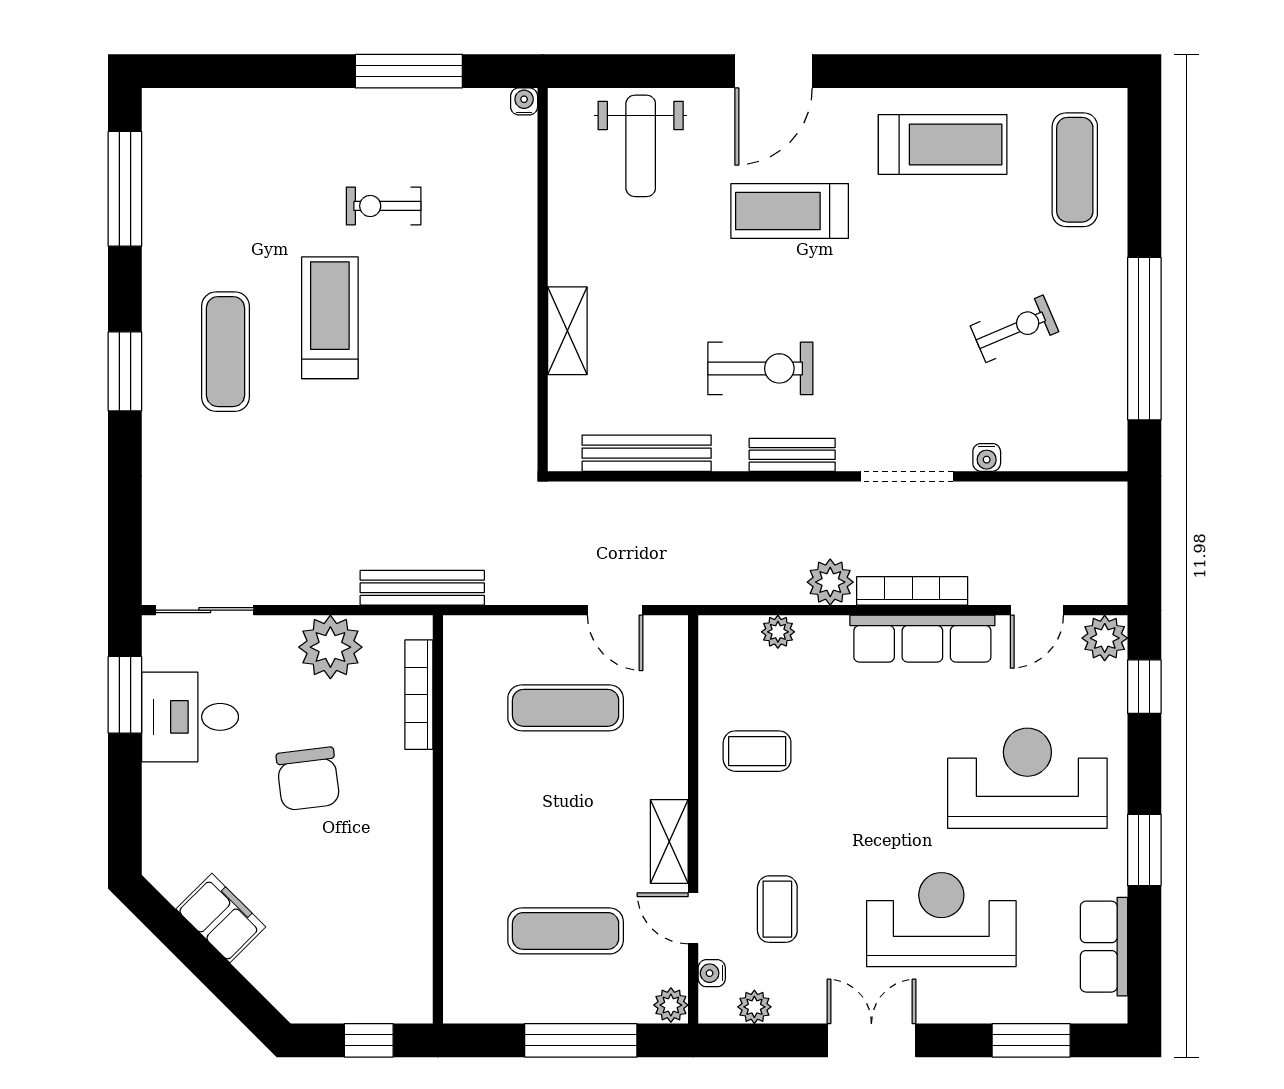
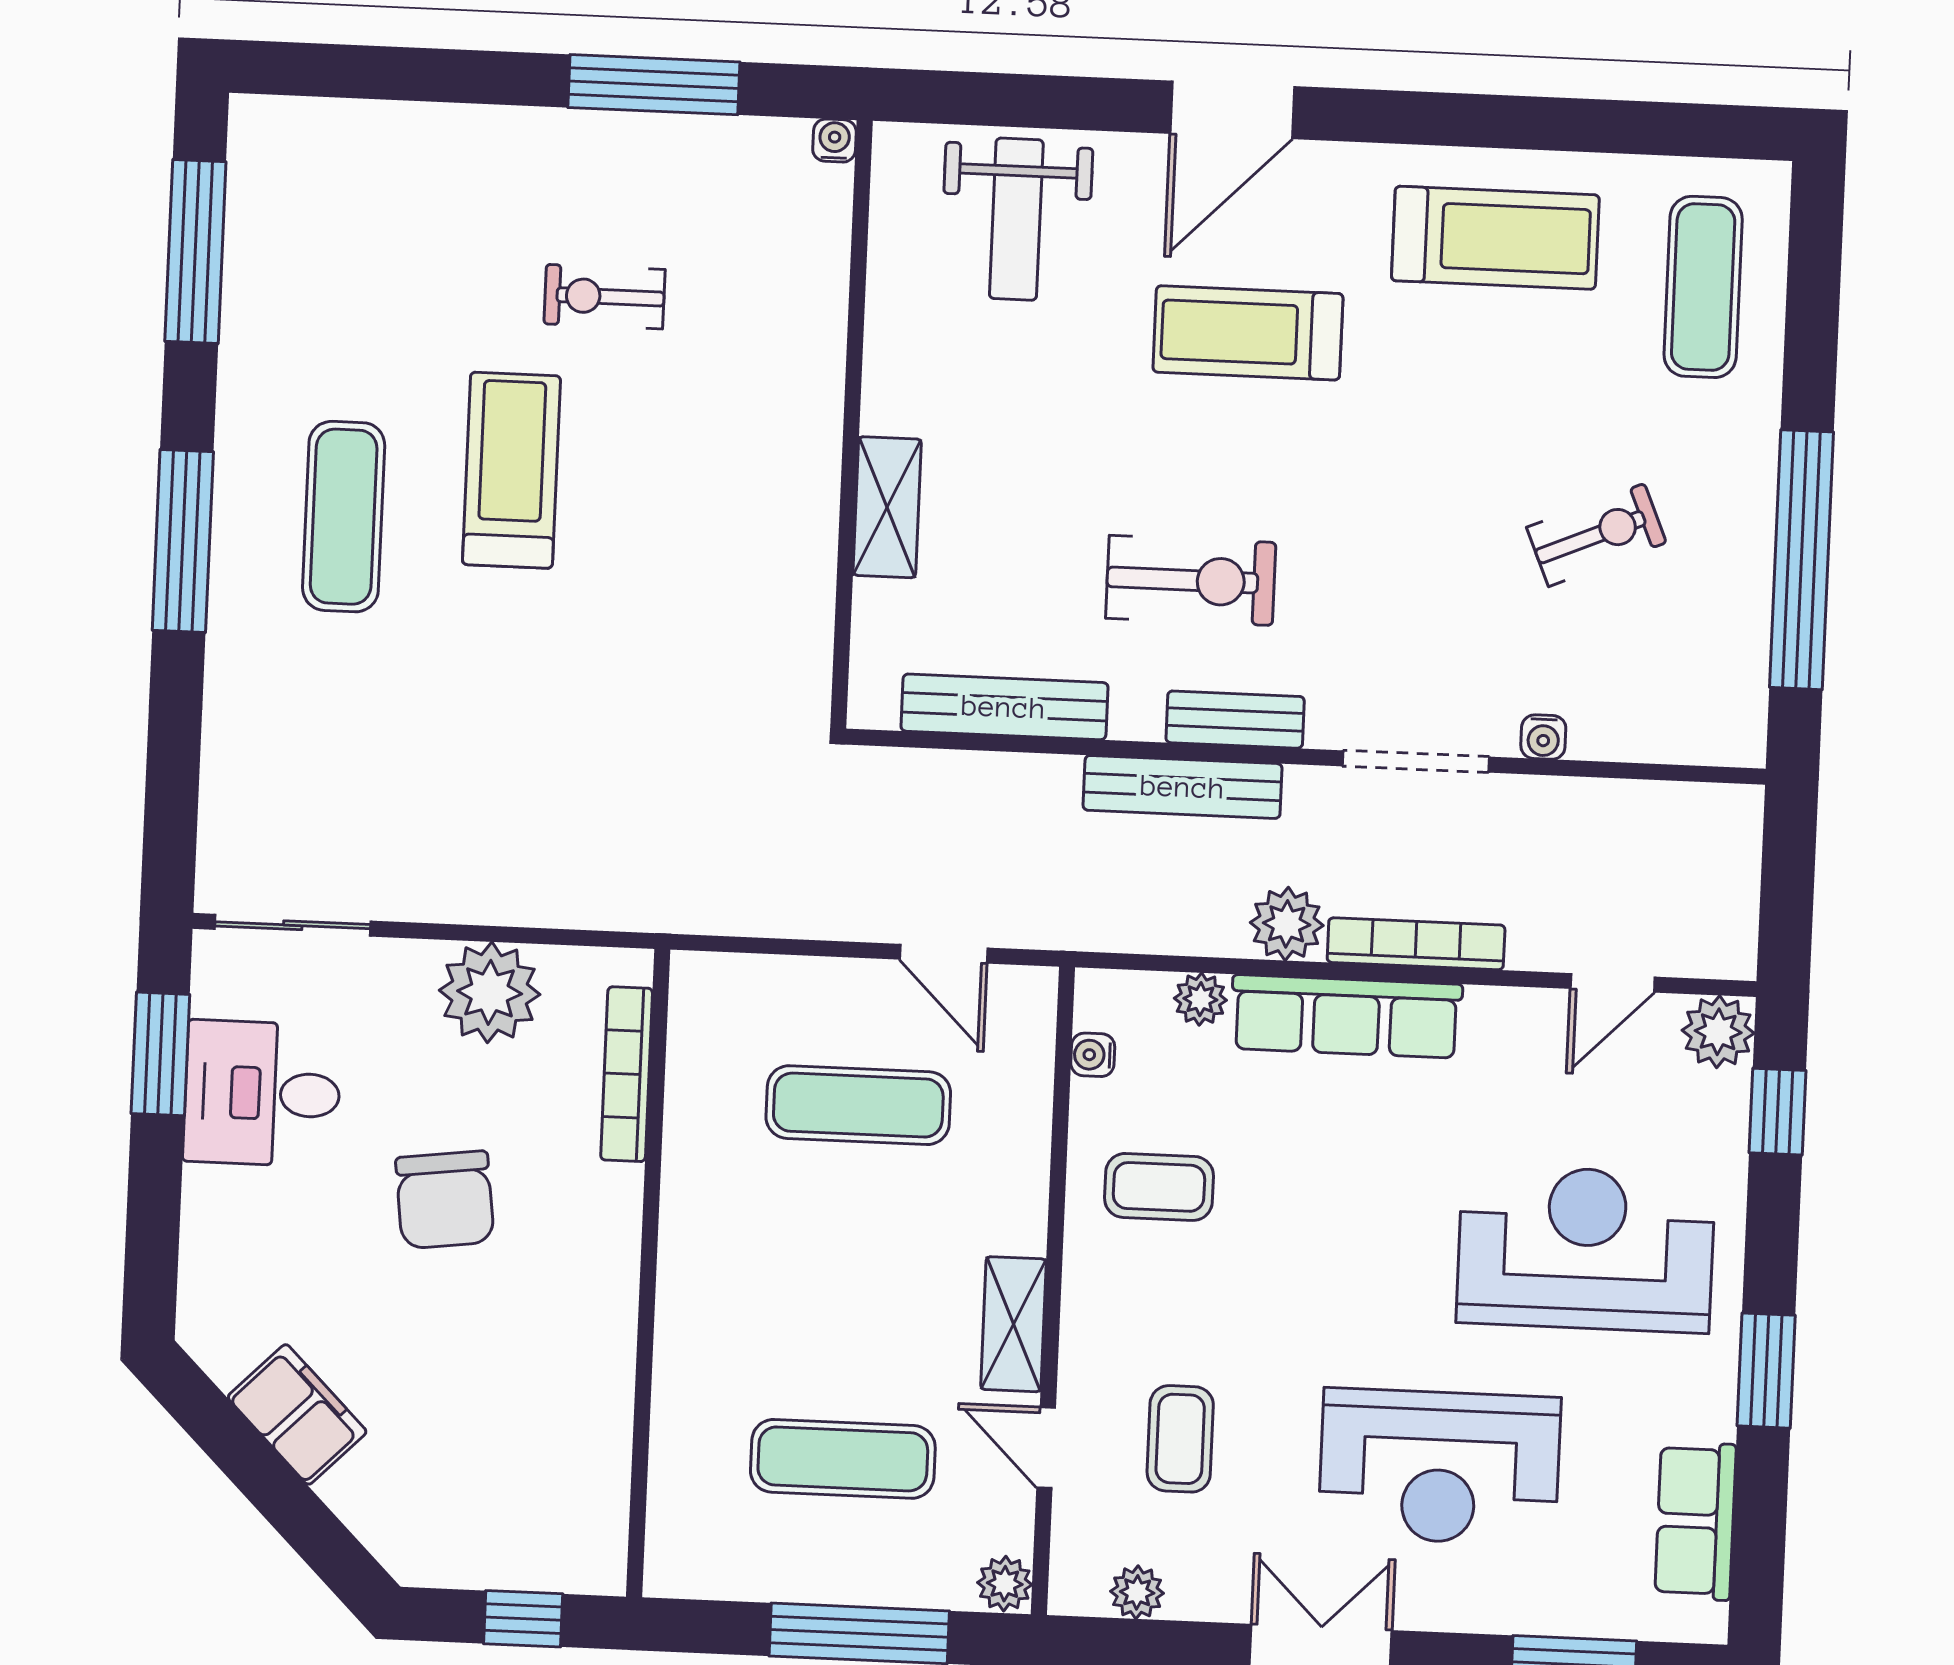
window: (125, 371) -> (183, 541), width x1.44
bench: (422, 588) -> (1183, 787), moved
row of seats: (922, 639) -> (1346, 1016), moved
reception desk: (941, 920) -> (1439, 1467), turned 180
water cooler: (712, 973) -> (1093, 1055), moved

